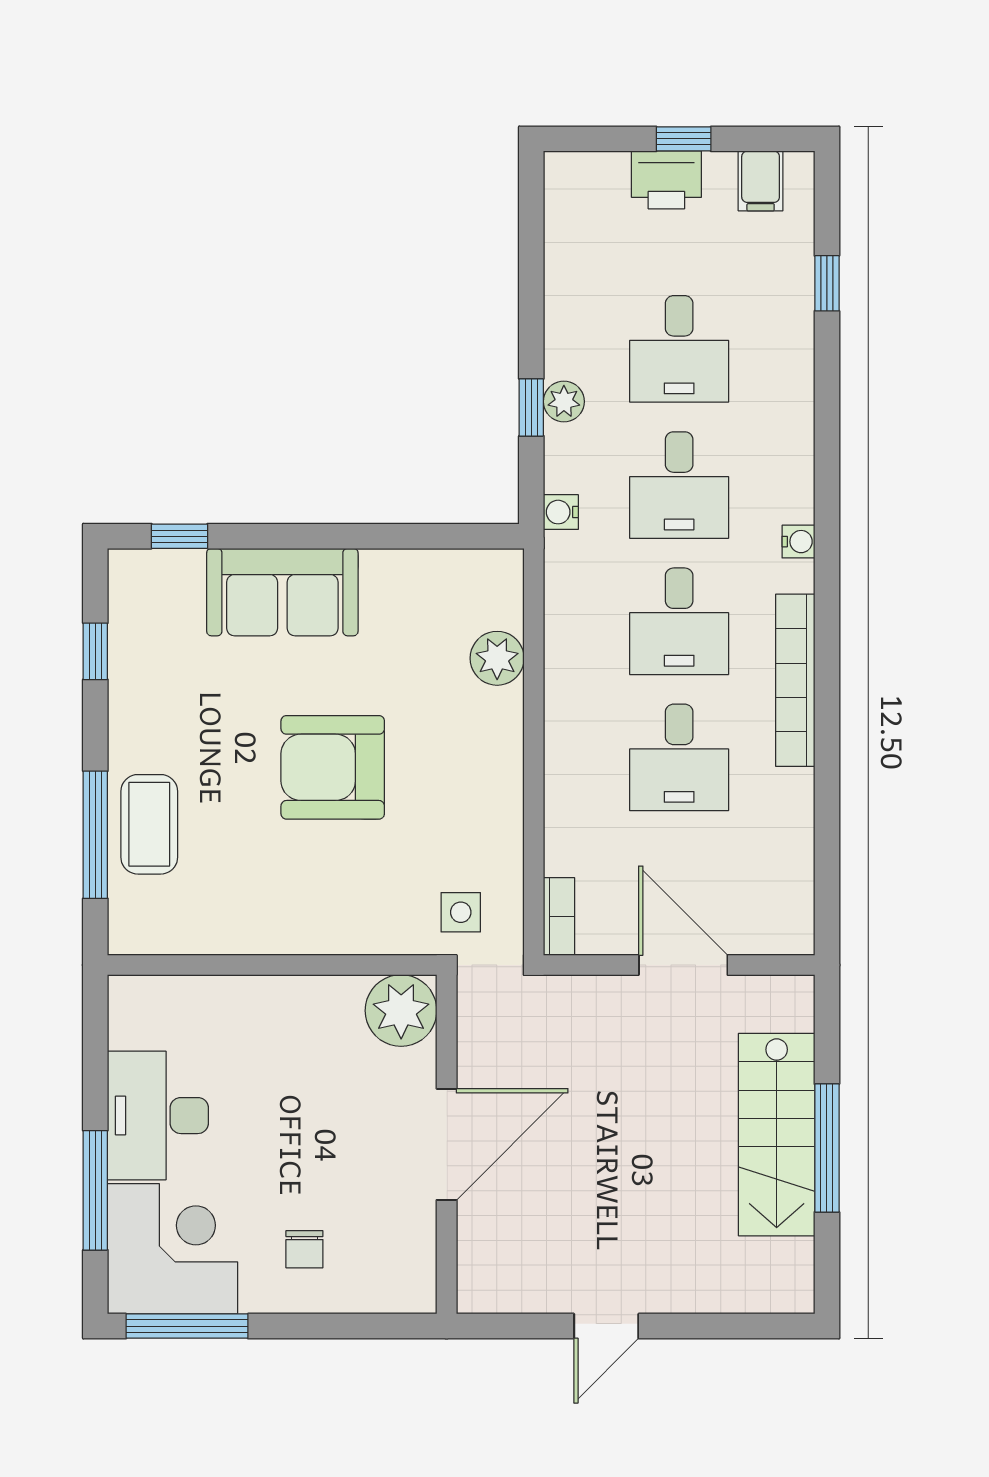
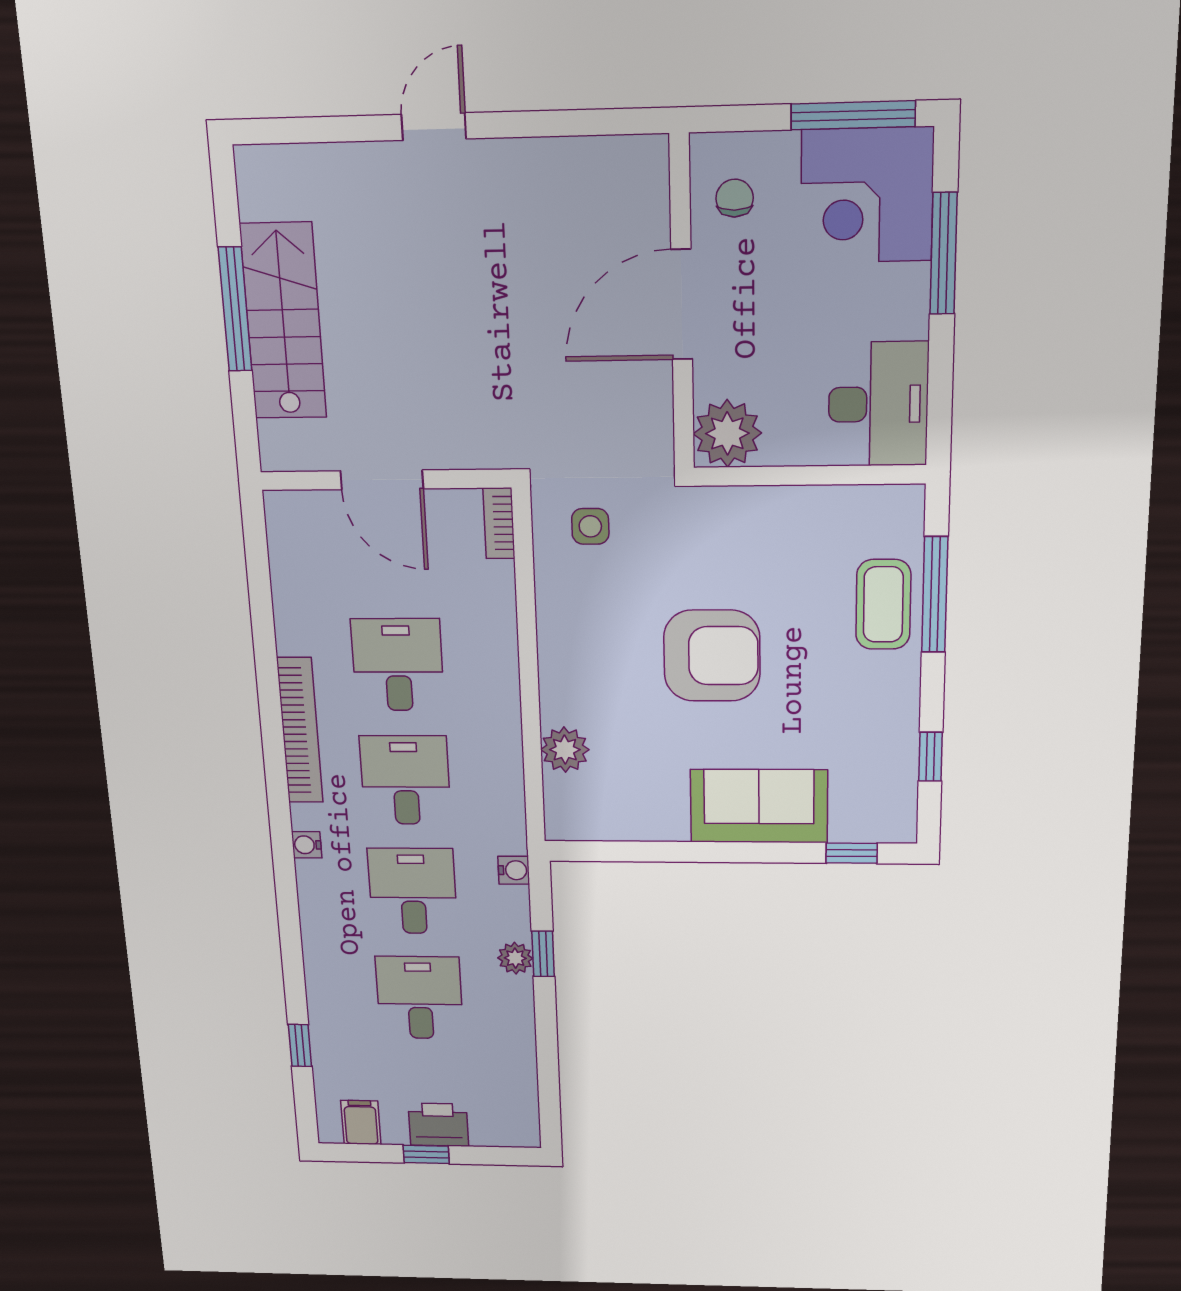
plant: (401, 1011) -> (727, 433), moved
desk: (158, 1116) -> (878, 404), moved
door: (447, 1144) -> (682, 305), moved
wall: (447, 1144) -> (682, 305), moved

